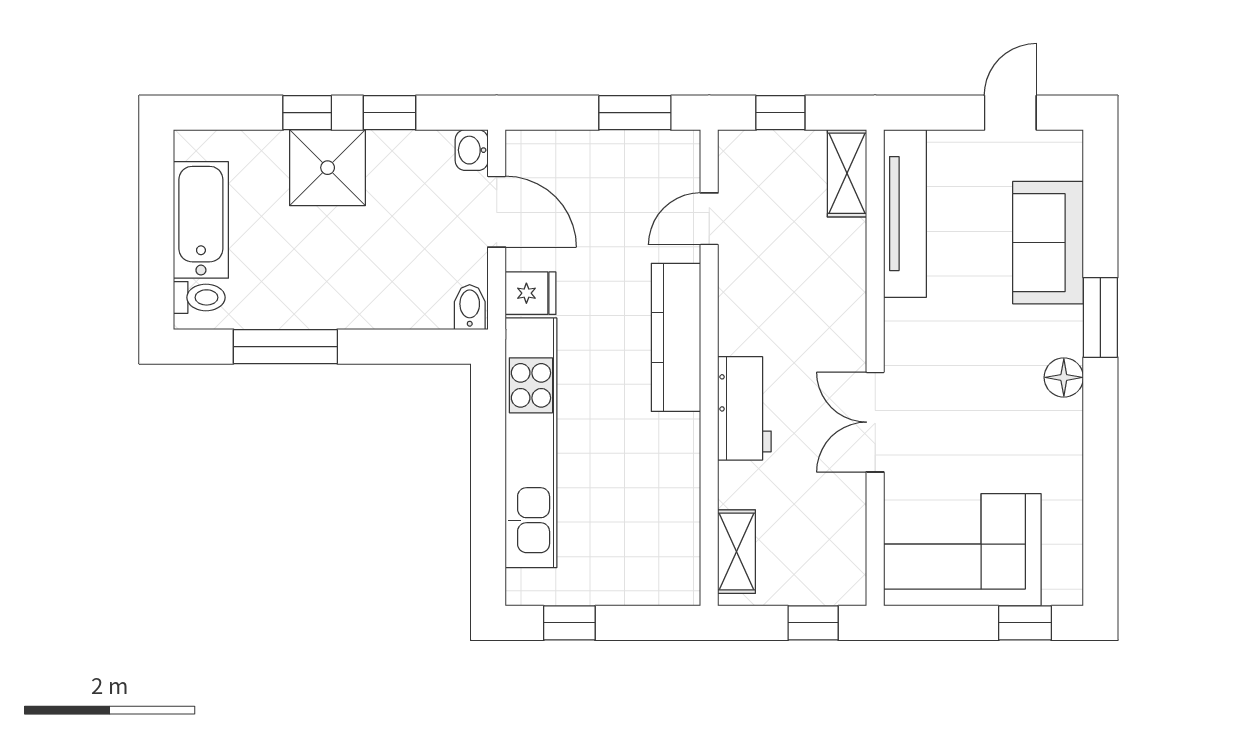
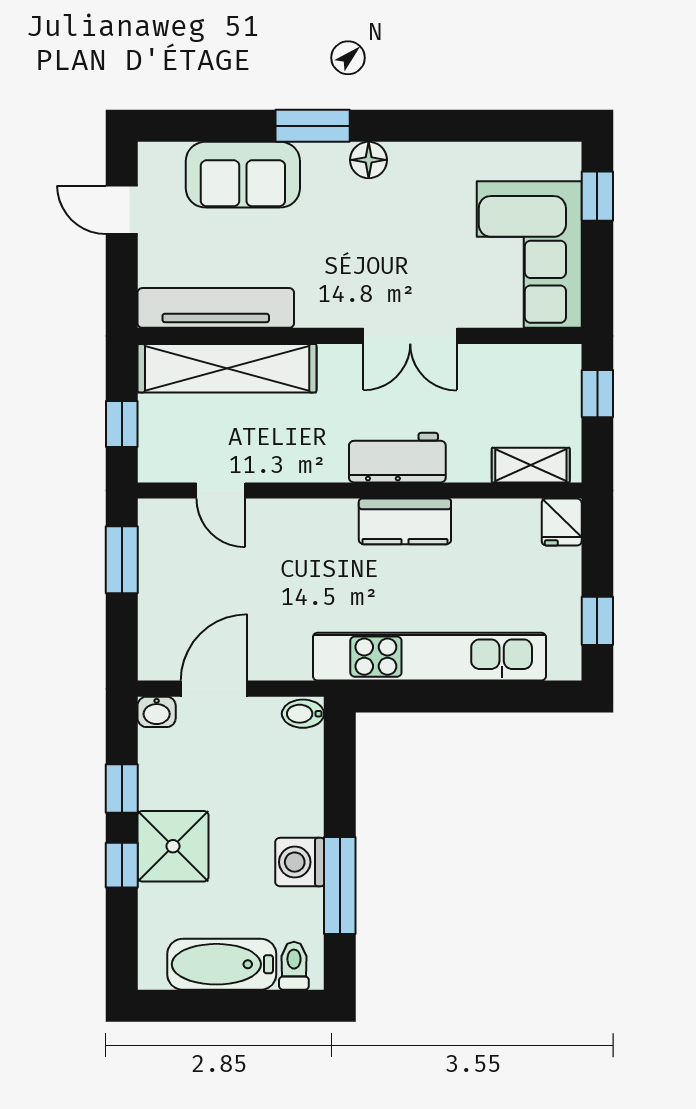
shelving: (847, 173) -> (227, 368), width x2.20, depth x1.33
fridge: (531, 293) -> (562, 522), moved, turned 180
washing machine: (311, 303) -> (300, 862), added
kitchen counter: (676, 337) -> (405, 521), moved, width x0.67

